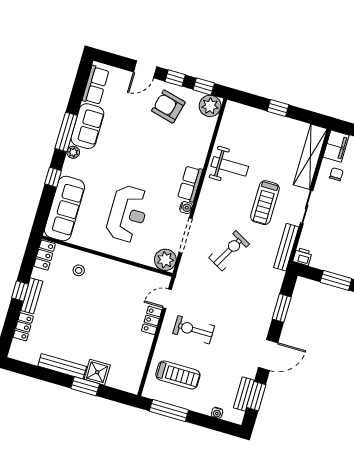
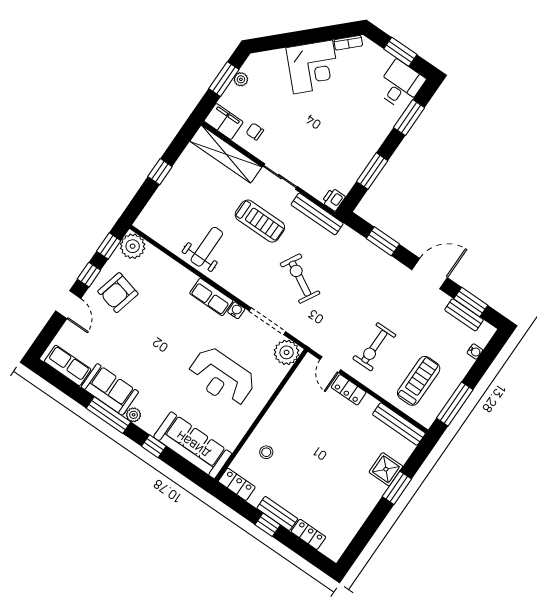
reception desk: (128, 214) -> (222, 377), turned 180
door: (268, 355) -> (430, 274), hinge flipped
bench: (62, 366) -> (399, 424), moved, turned 90

